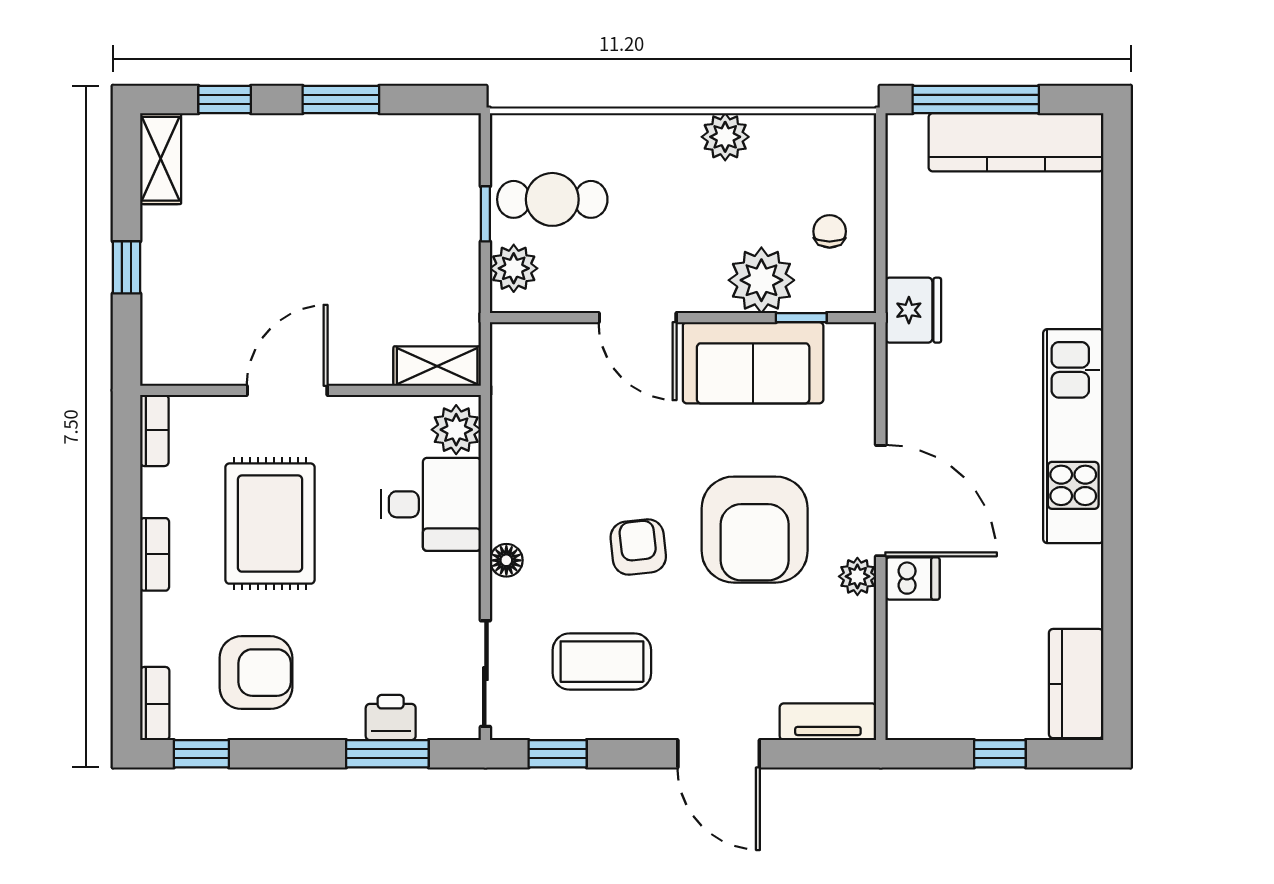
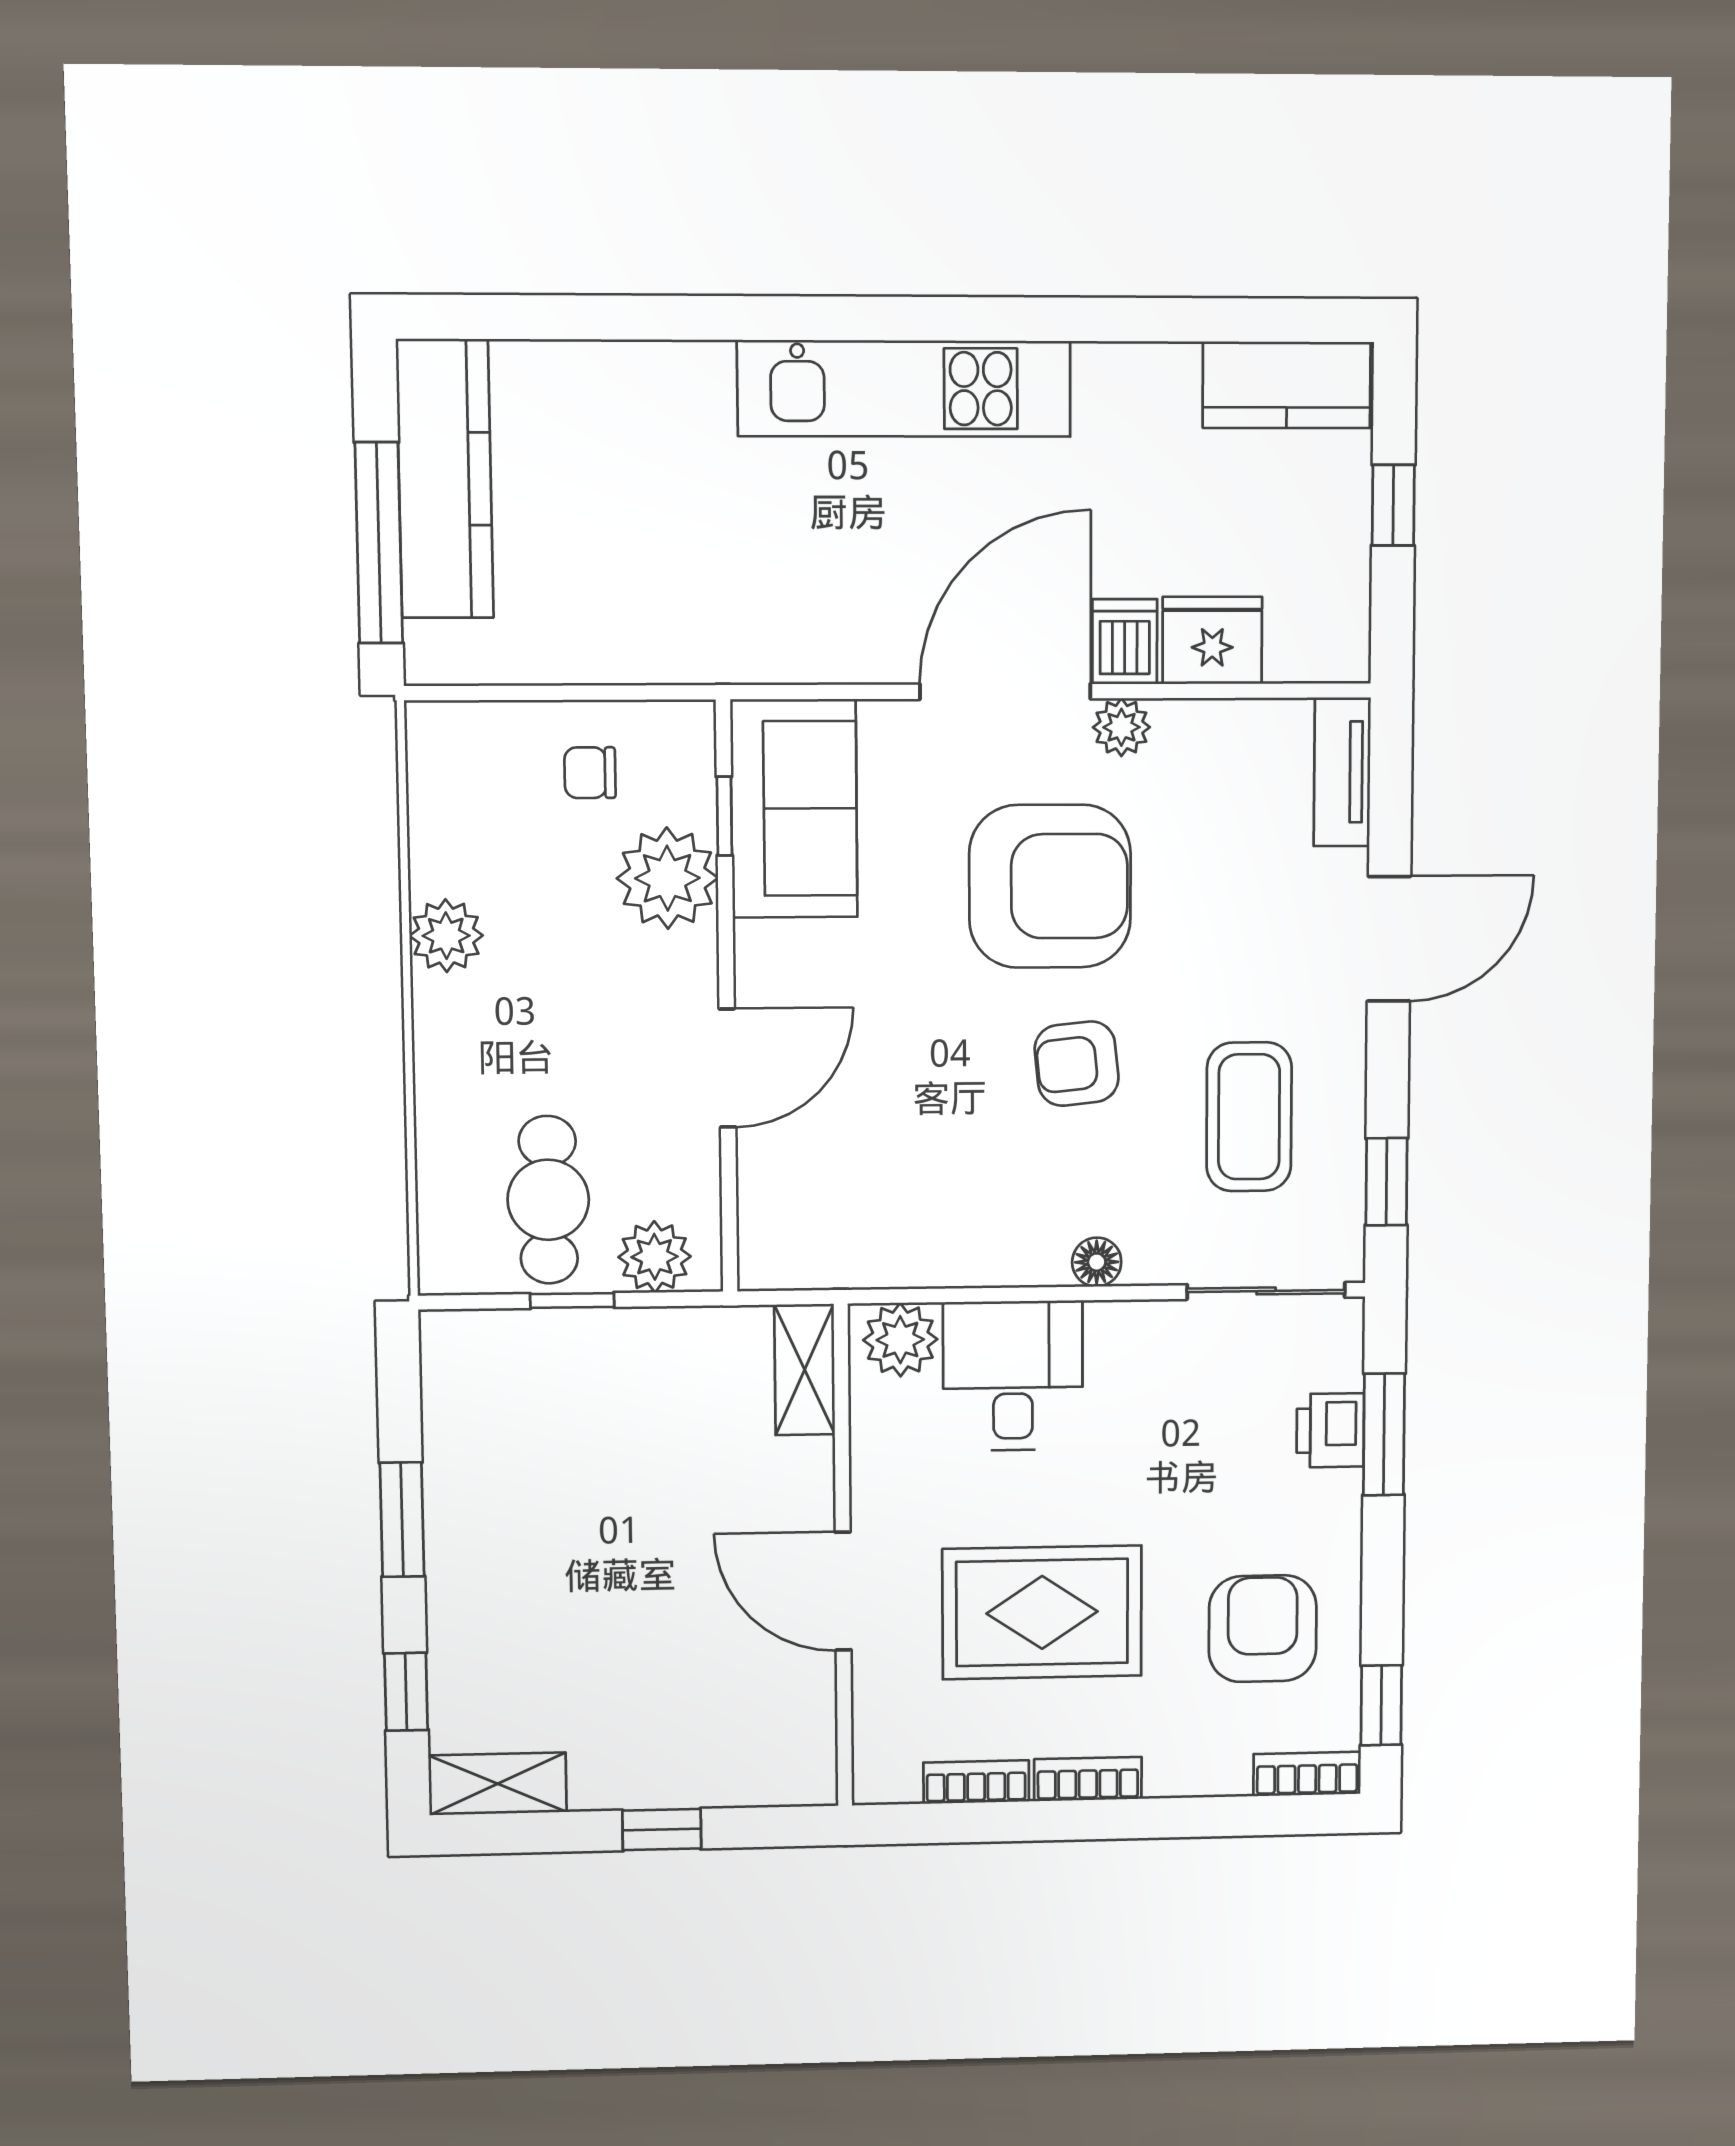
fridge: (913, 310) -> (1212, 640), moved
sofa: (753, 363) -> (794, 809), moved
bookcase: (154, 430) -> (976, 1782), moved

